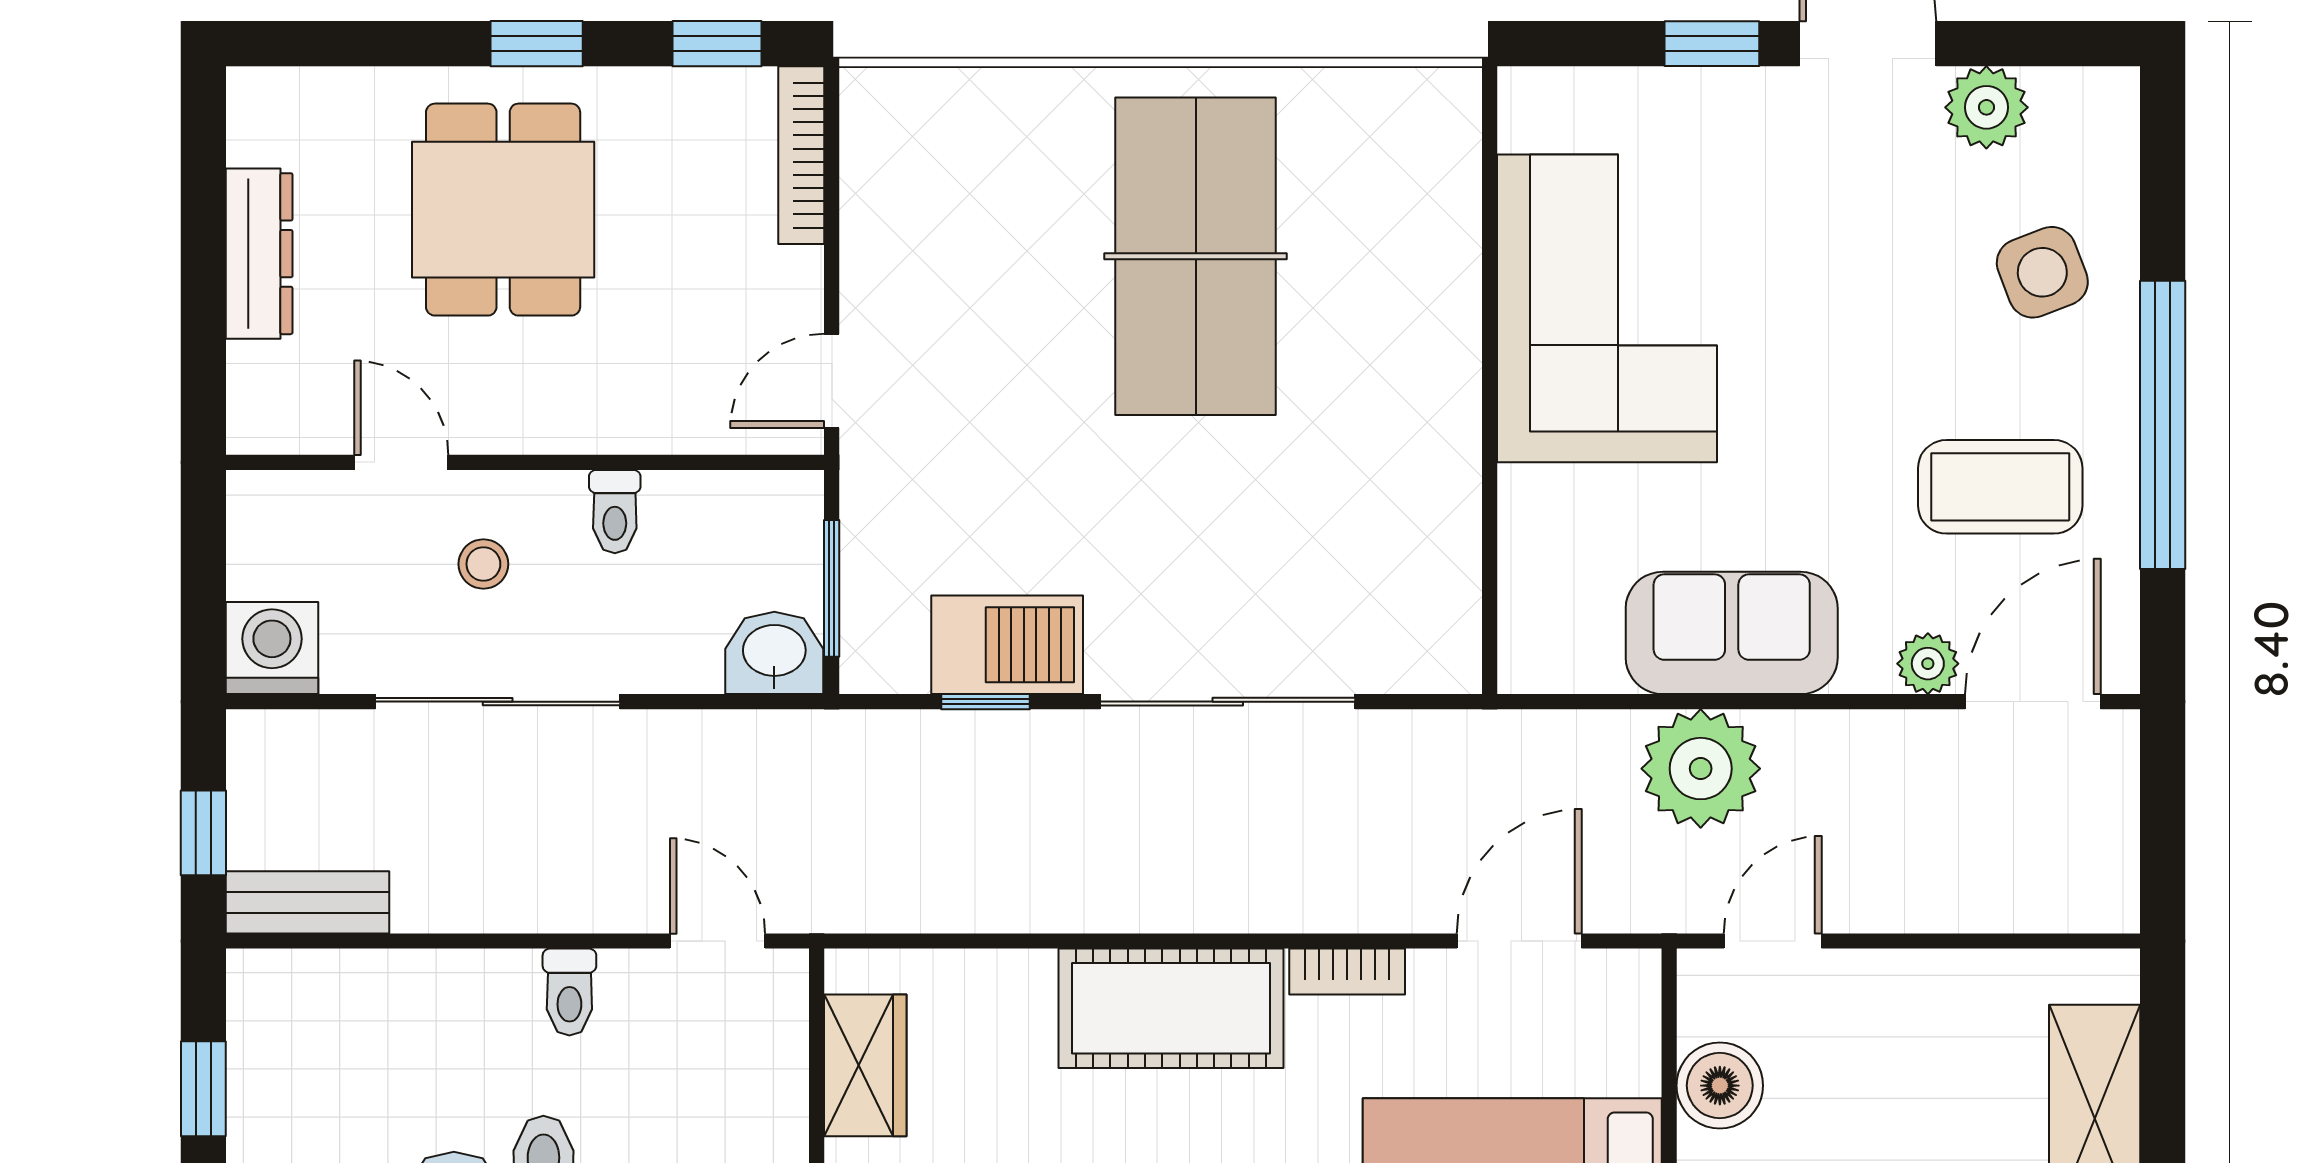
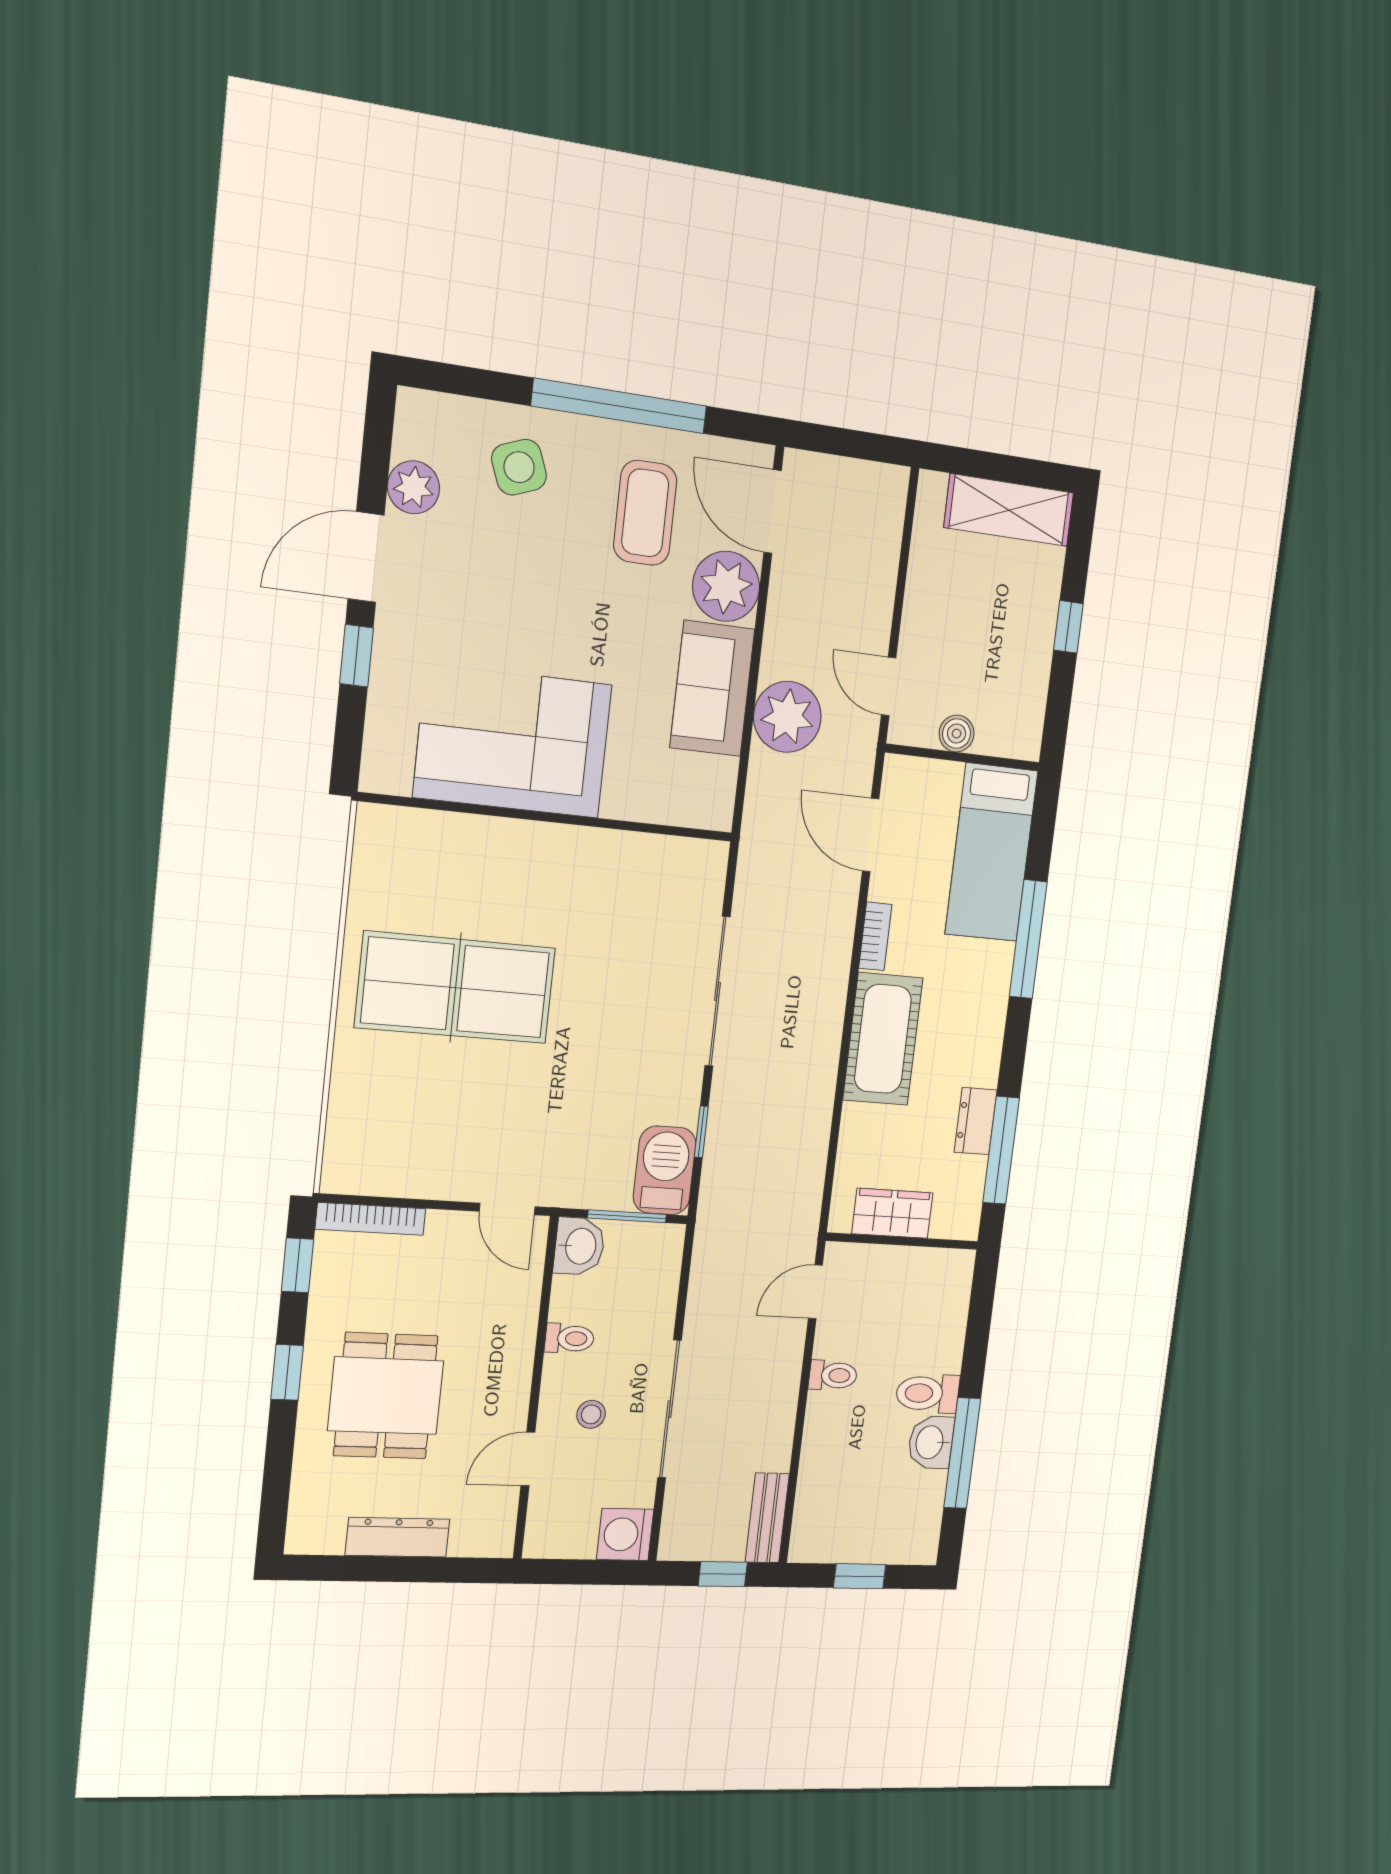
dining table: (503, 210) -> (386, 1396), turned 90
barbecue: (1007, 645) -> (665, 1170), moved
washbasin: (774, 653) -> (579, 1246), moved, turned 180
plant: (1928, 664) -> (726, 586), width x1.88, depth x1.88
boiler: (1720, 1086) -> (957, 734), width x0.73, depth x0.73

